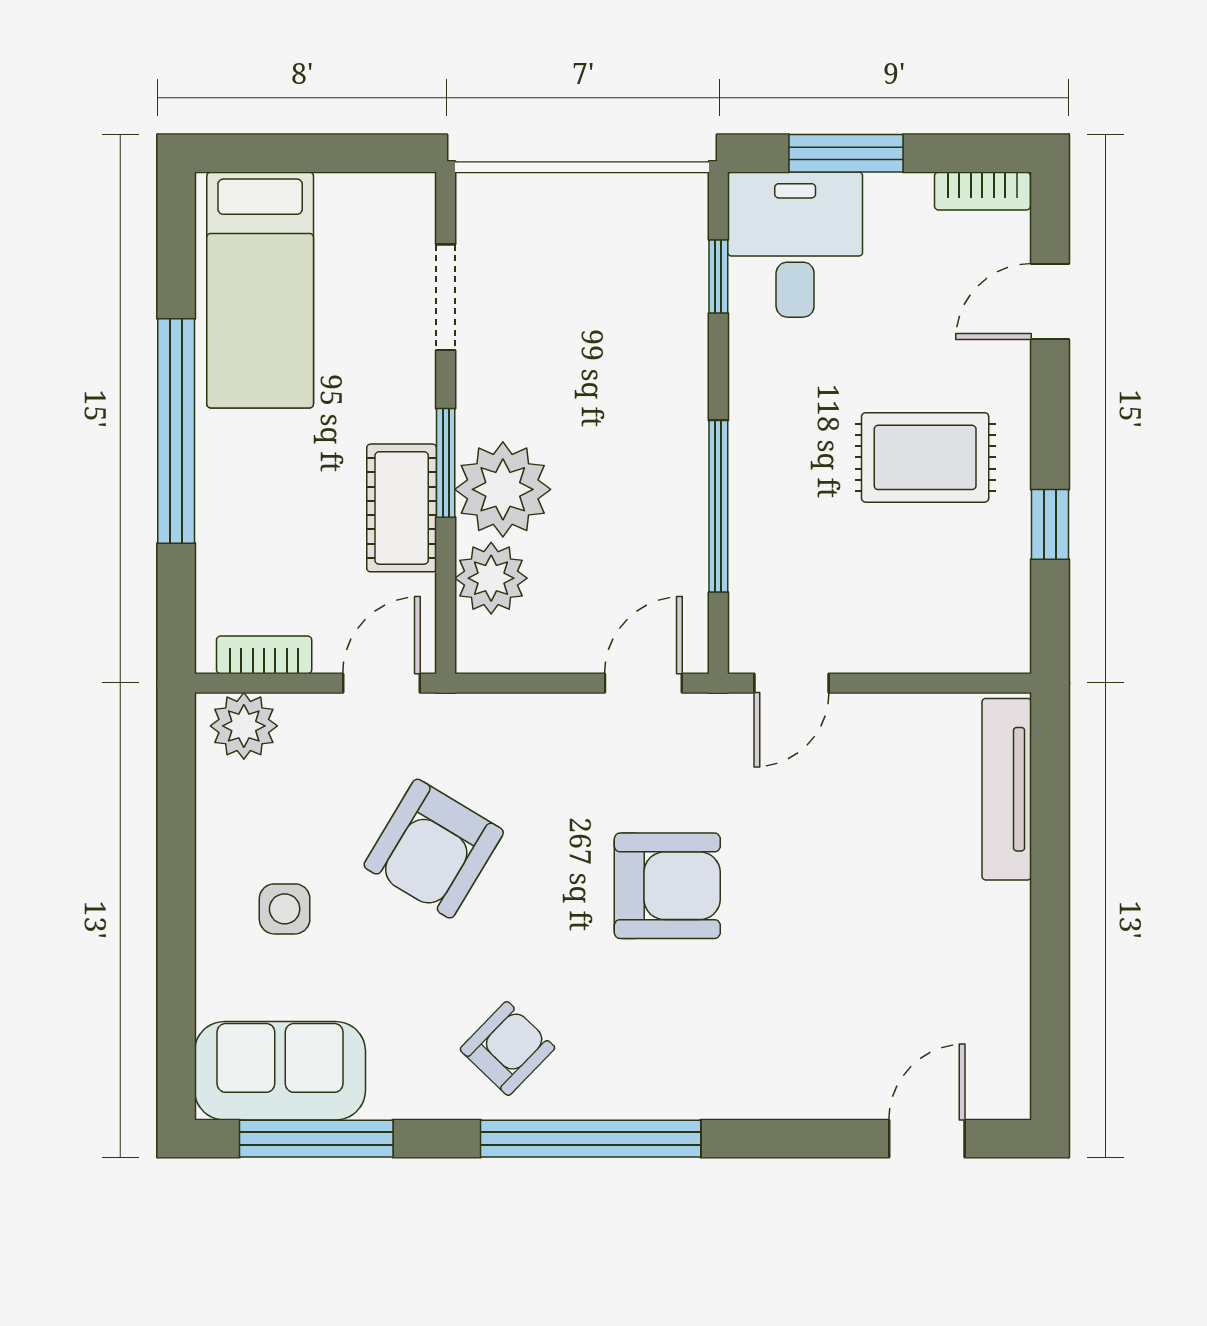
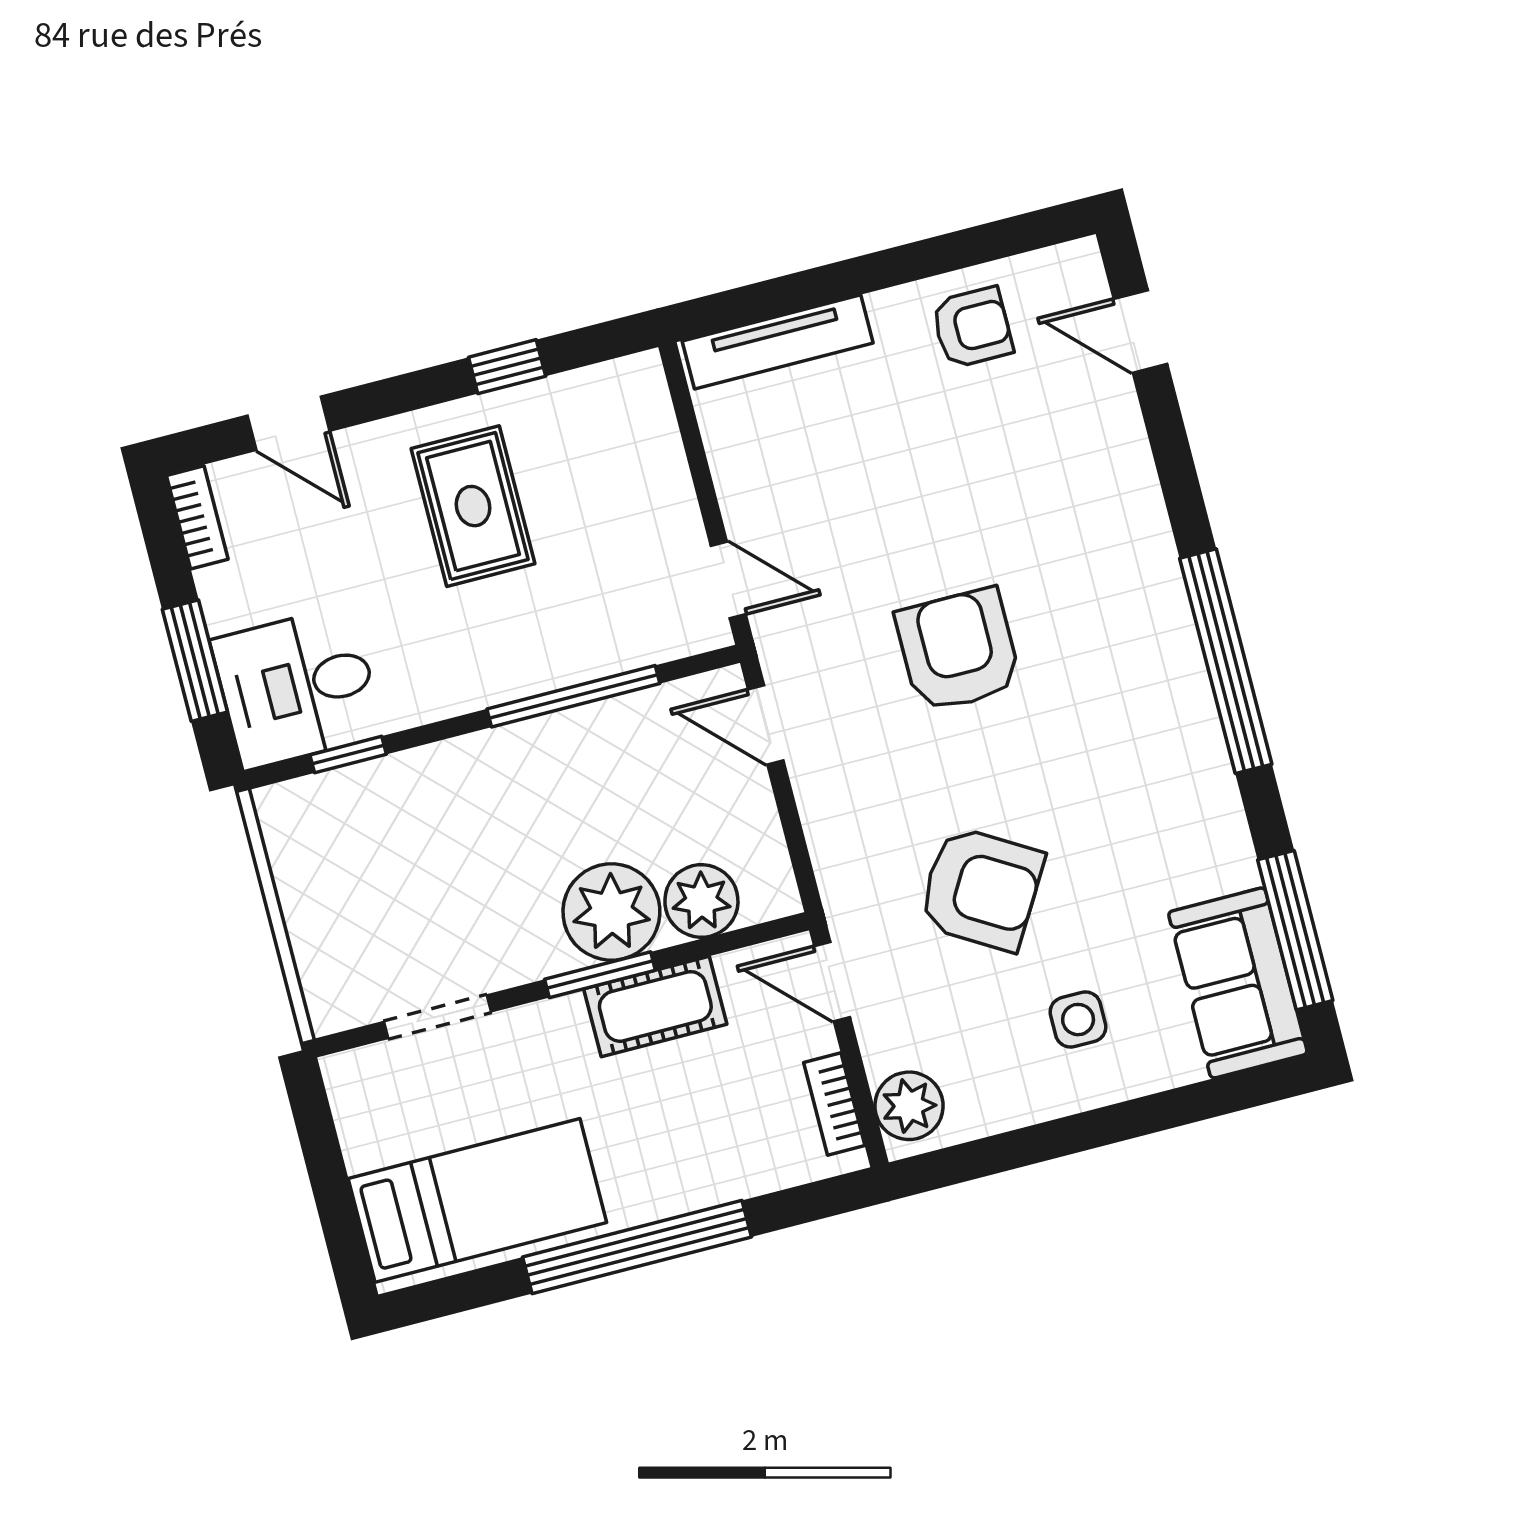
armchair: (507, 1048) -> (972, 327), moved, turned 136

